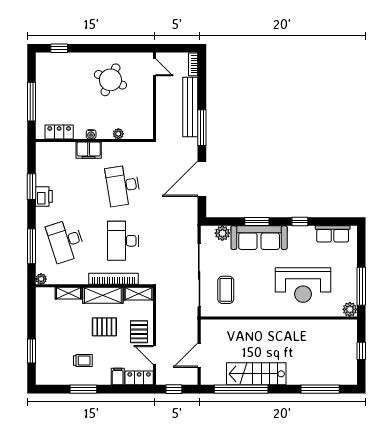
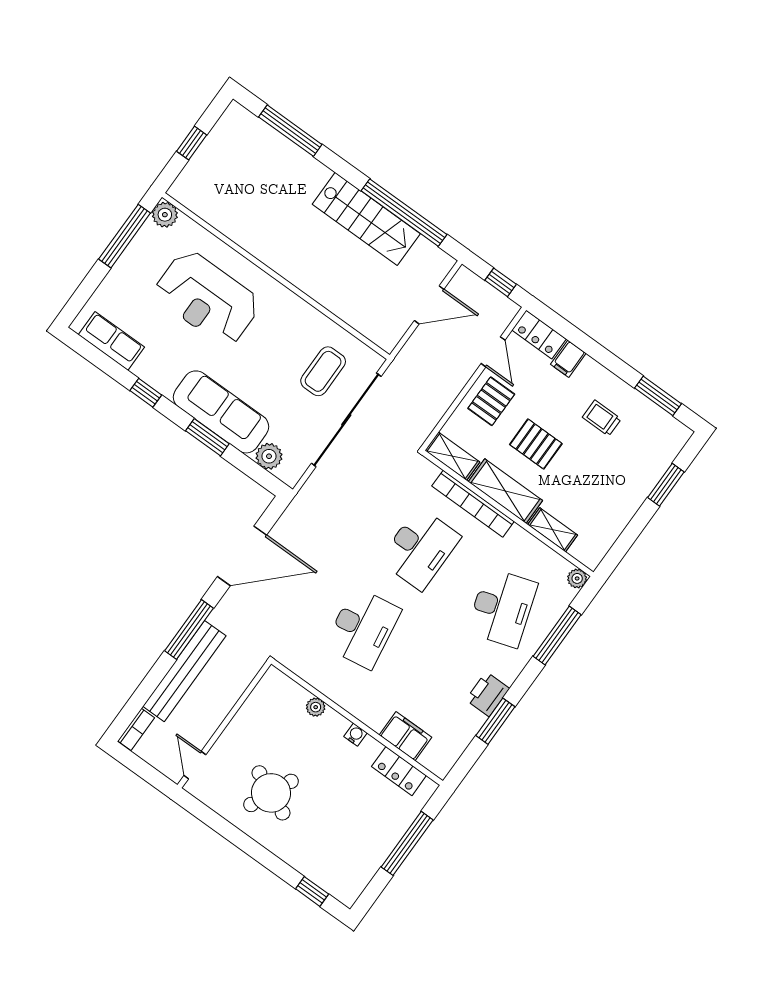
filing cabinet: (89, 150) -> (406, 736), moved
reception desk: (303, 285) -> (207, 298), turned 180
window: (83, 389) -> (658, 396), moved

